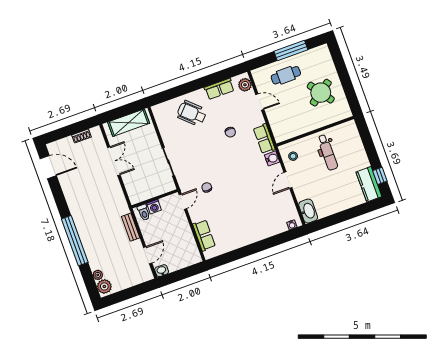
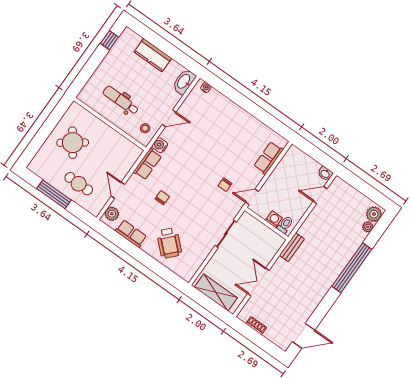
dental chair: (328, 152) -> (121, 100), turned -90
door: (48, 167) -> (304, 336), swing flipped
kitchen counter: (369, 184) -> (153, 55), moved, turned 90
bench: (131, 227) -> (292, 247), moved

